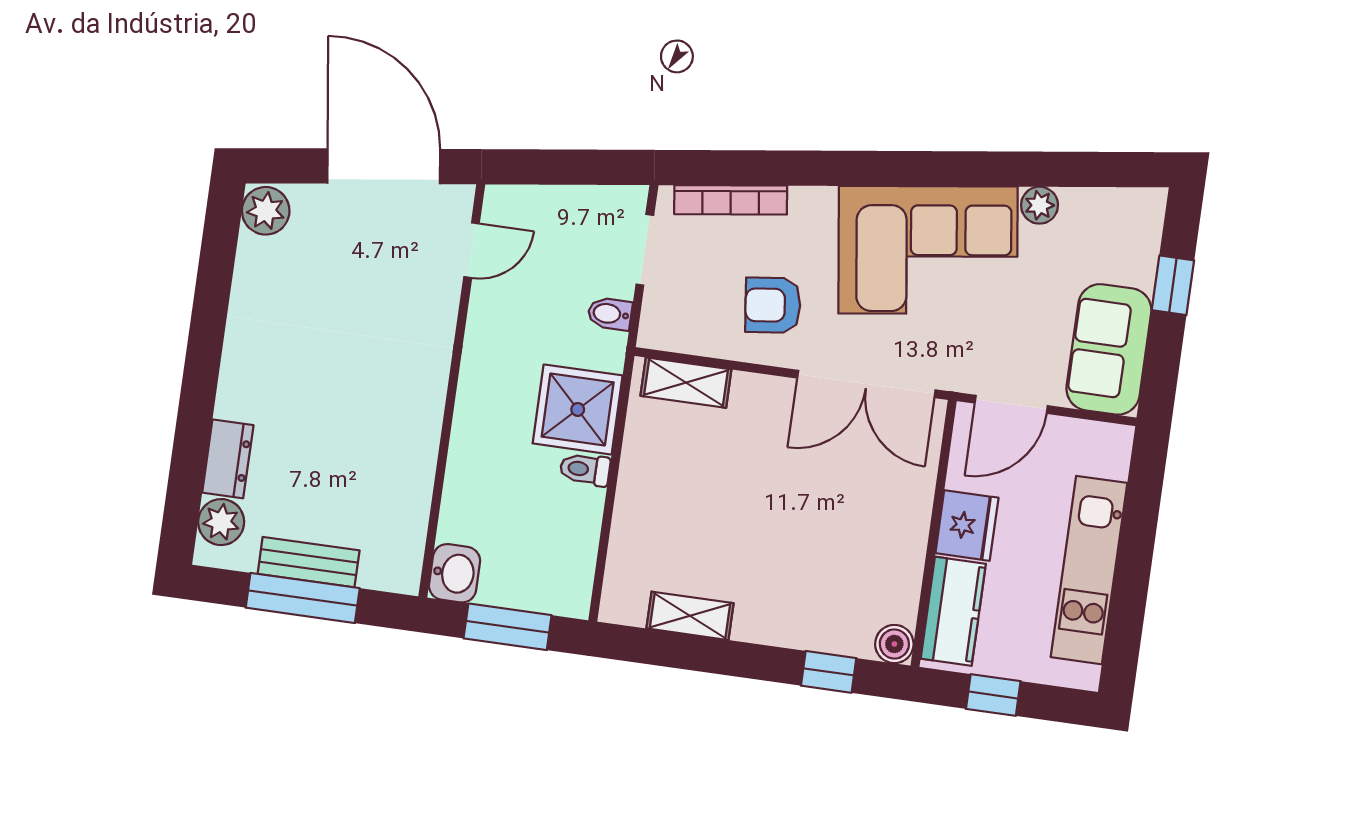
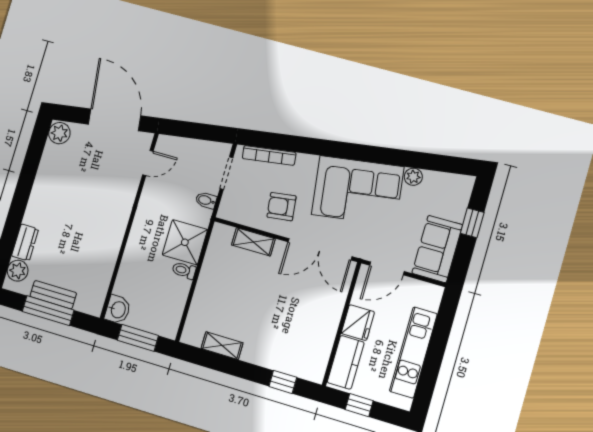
shelving: (686, 383) -> (253, 242), moved
boiler: (894, 644) -> (316, 374), removed

